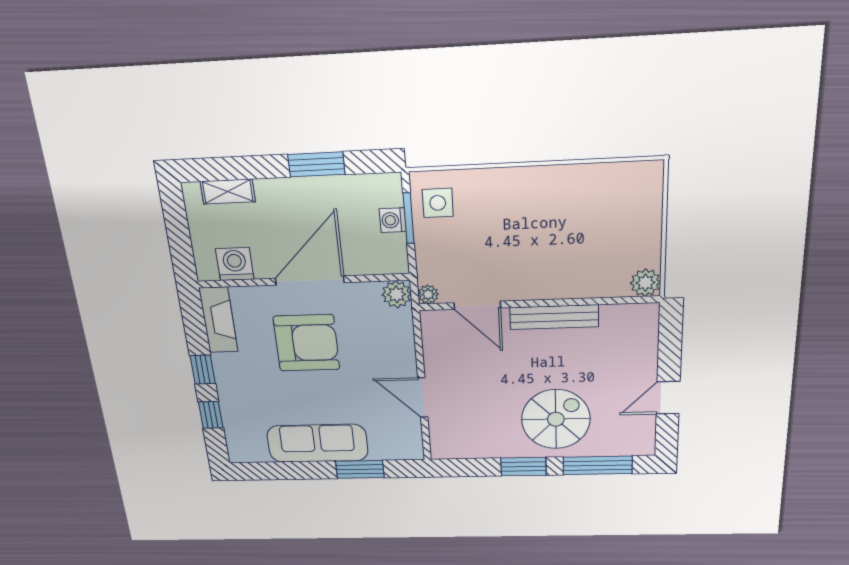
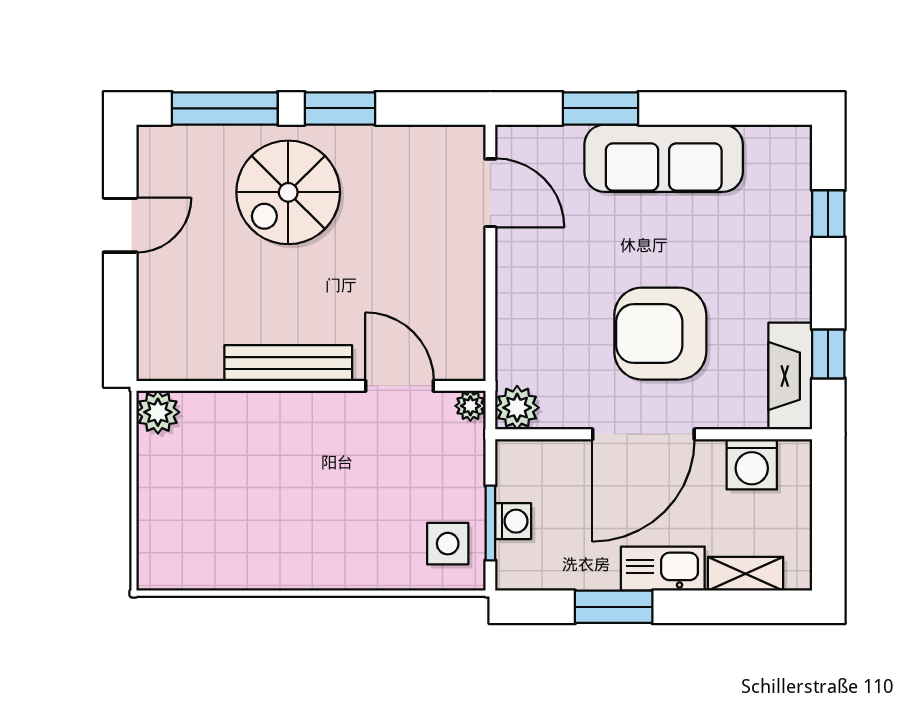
kitchen sink: (285, 192) -> (663, 569), added
window: (203, 370) -> (828, 354), moved
door: (423, 398) -> (490, 193), moved

